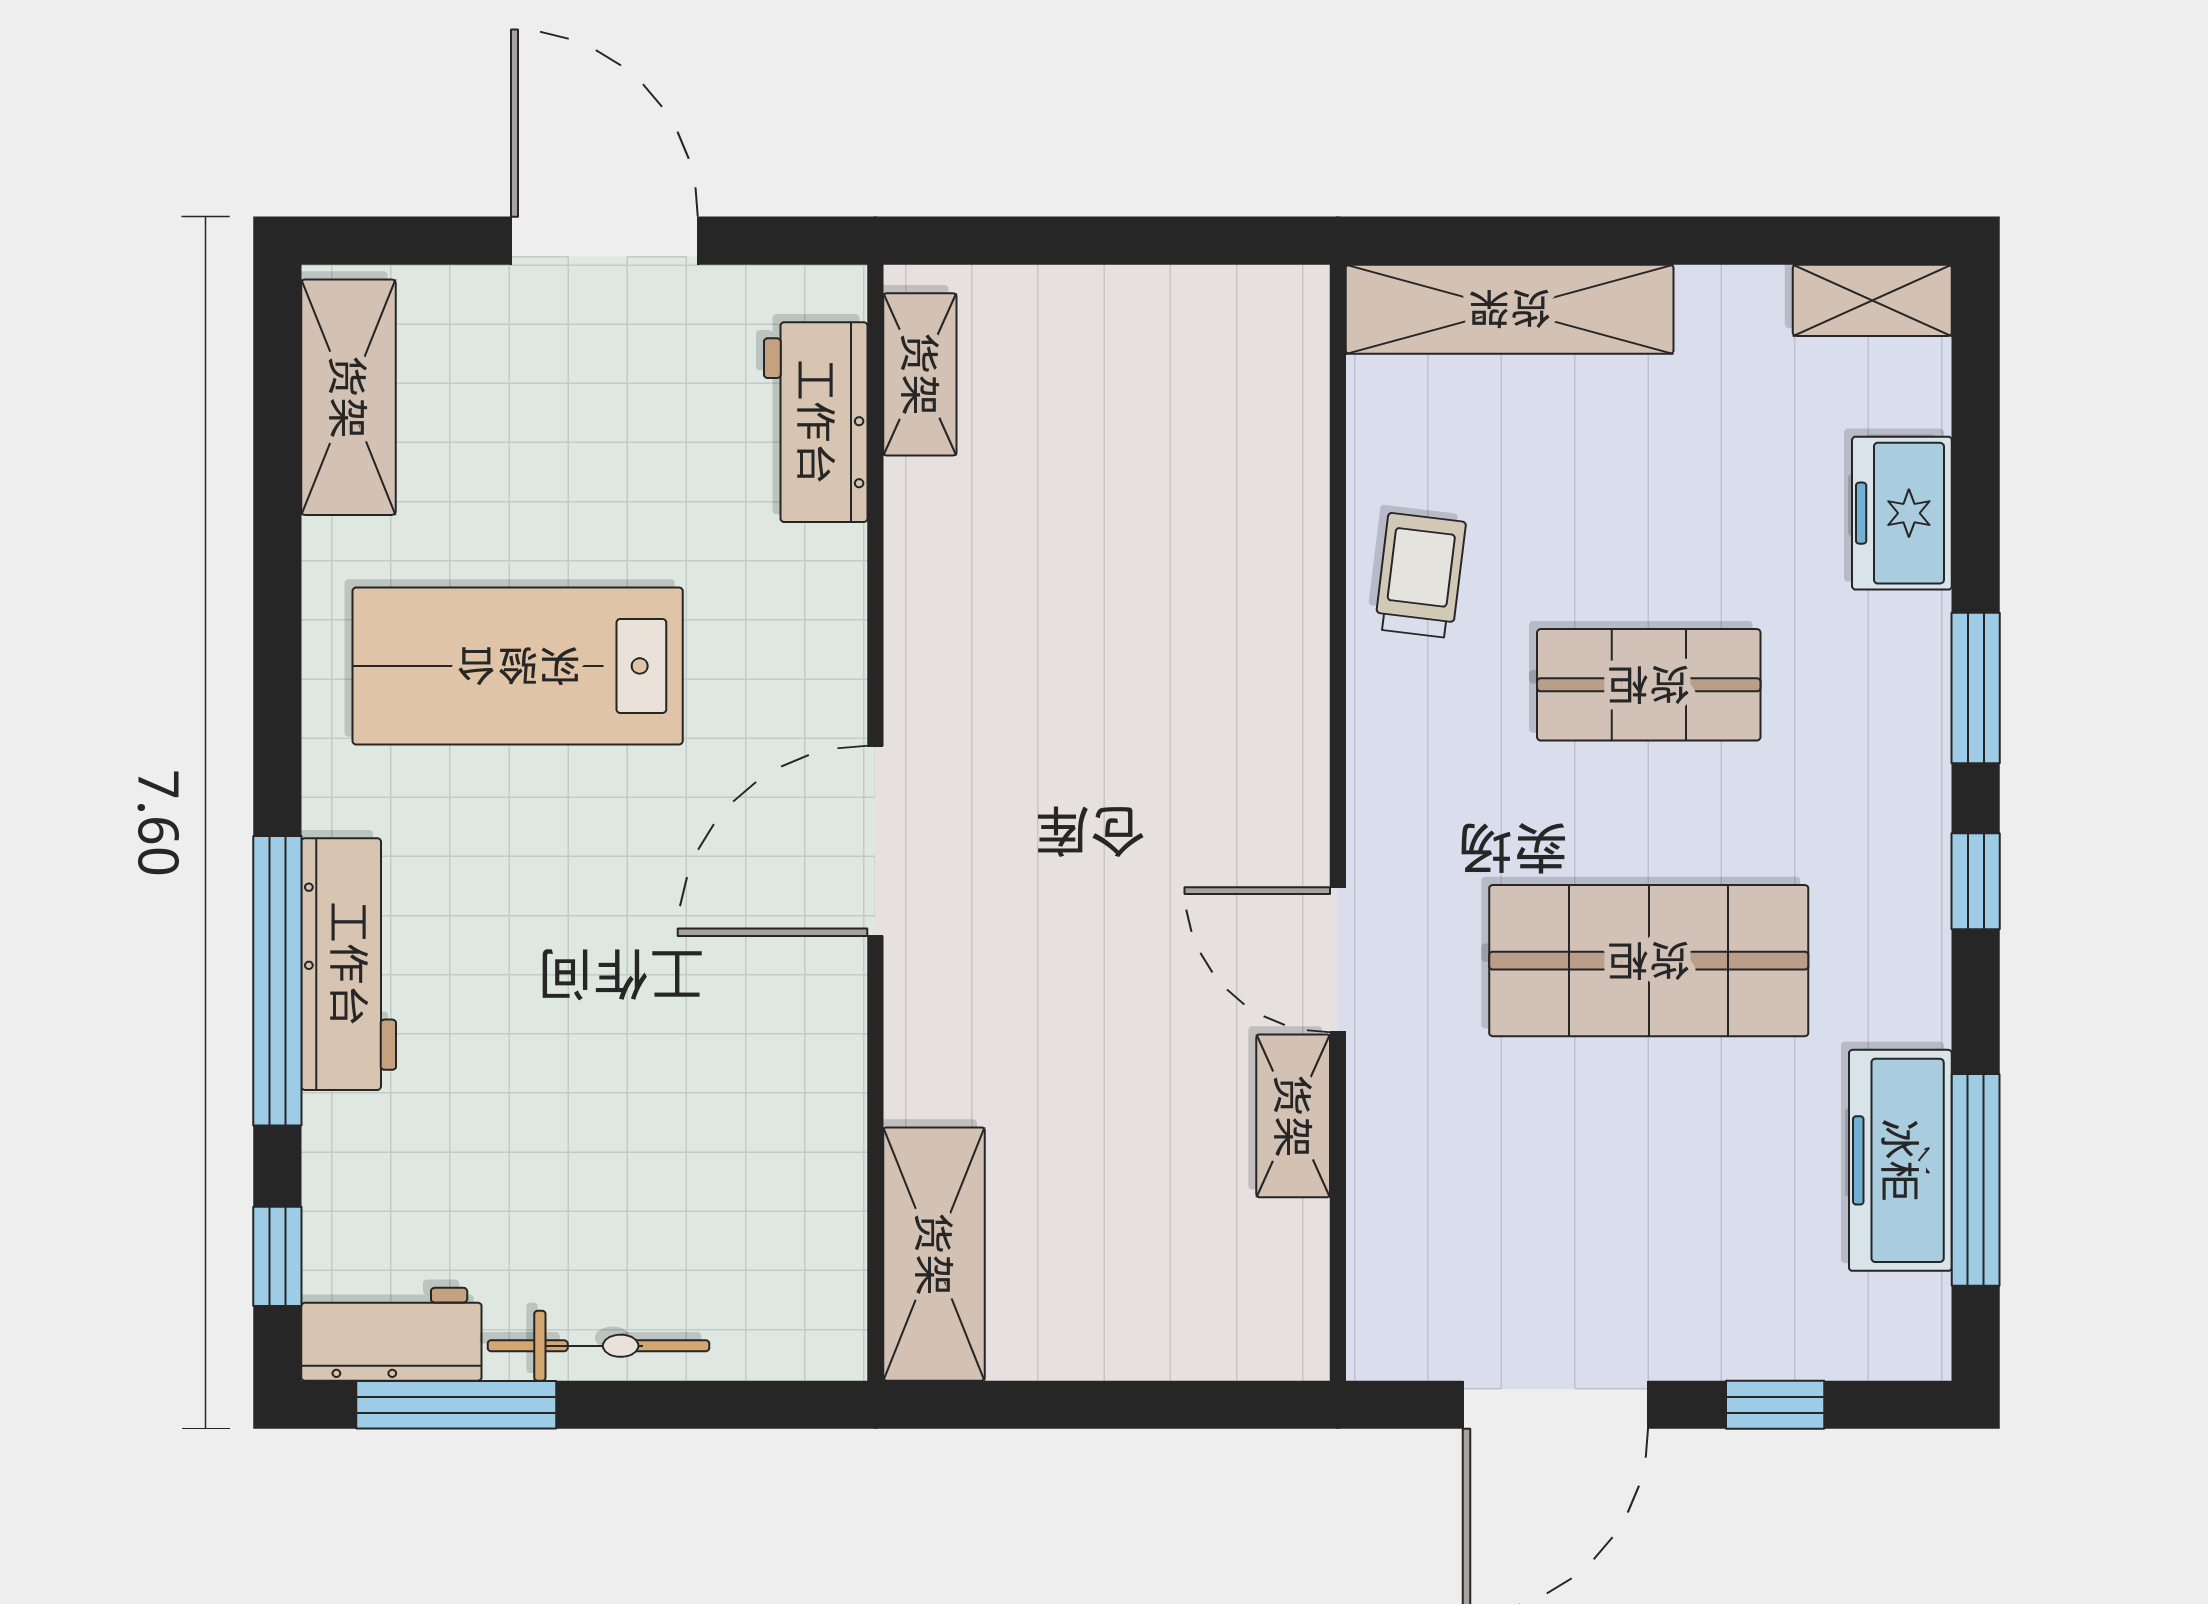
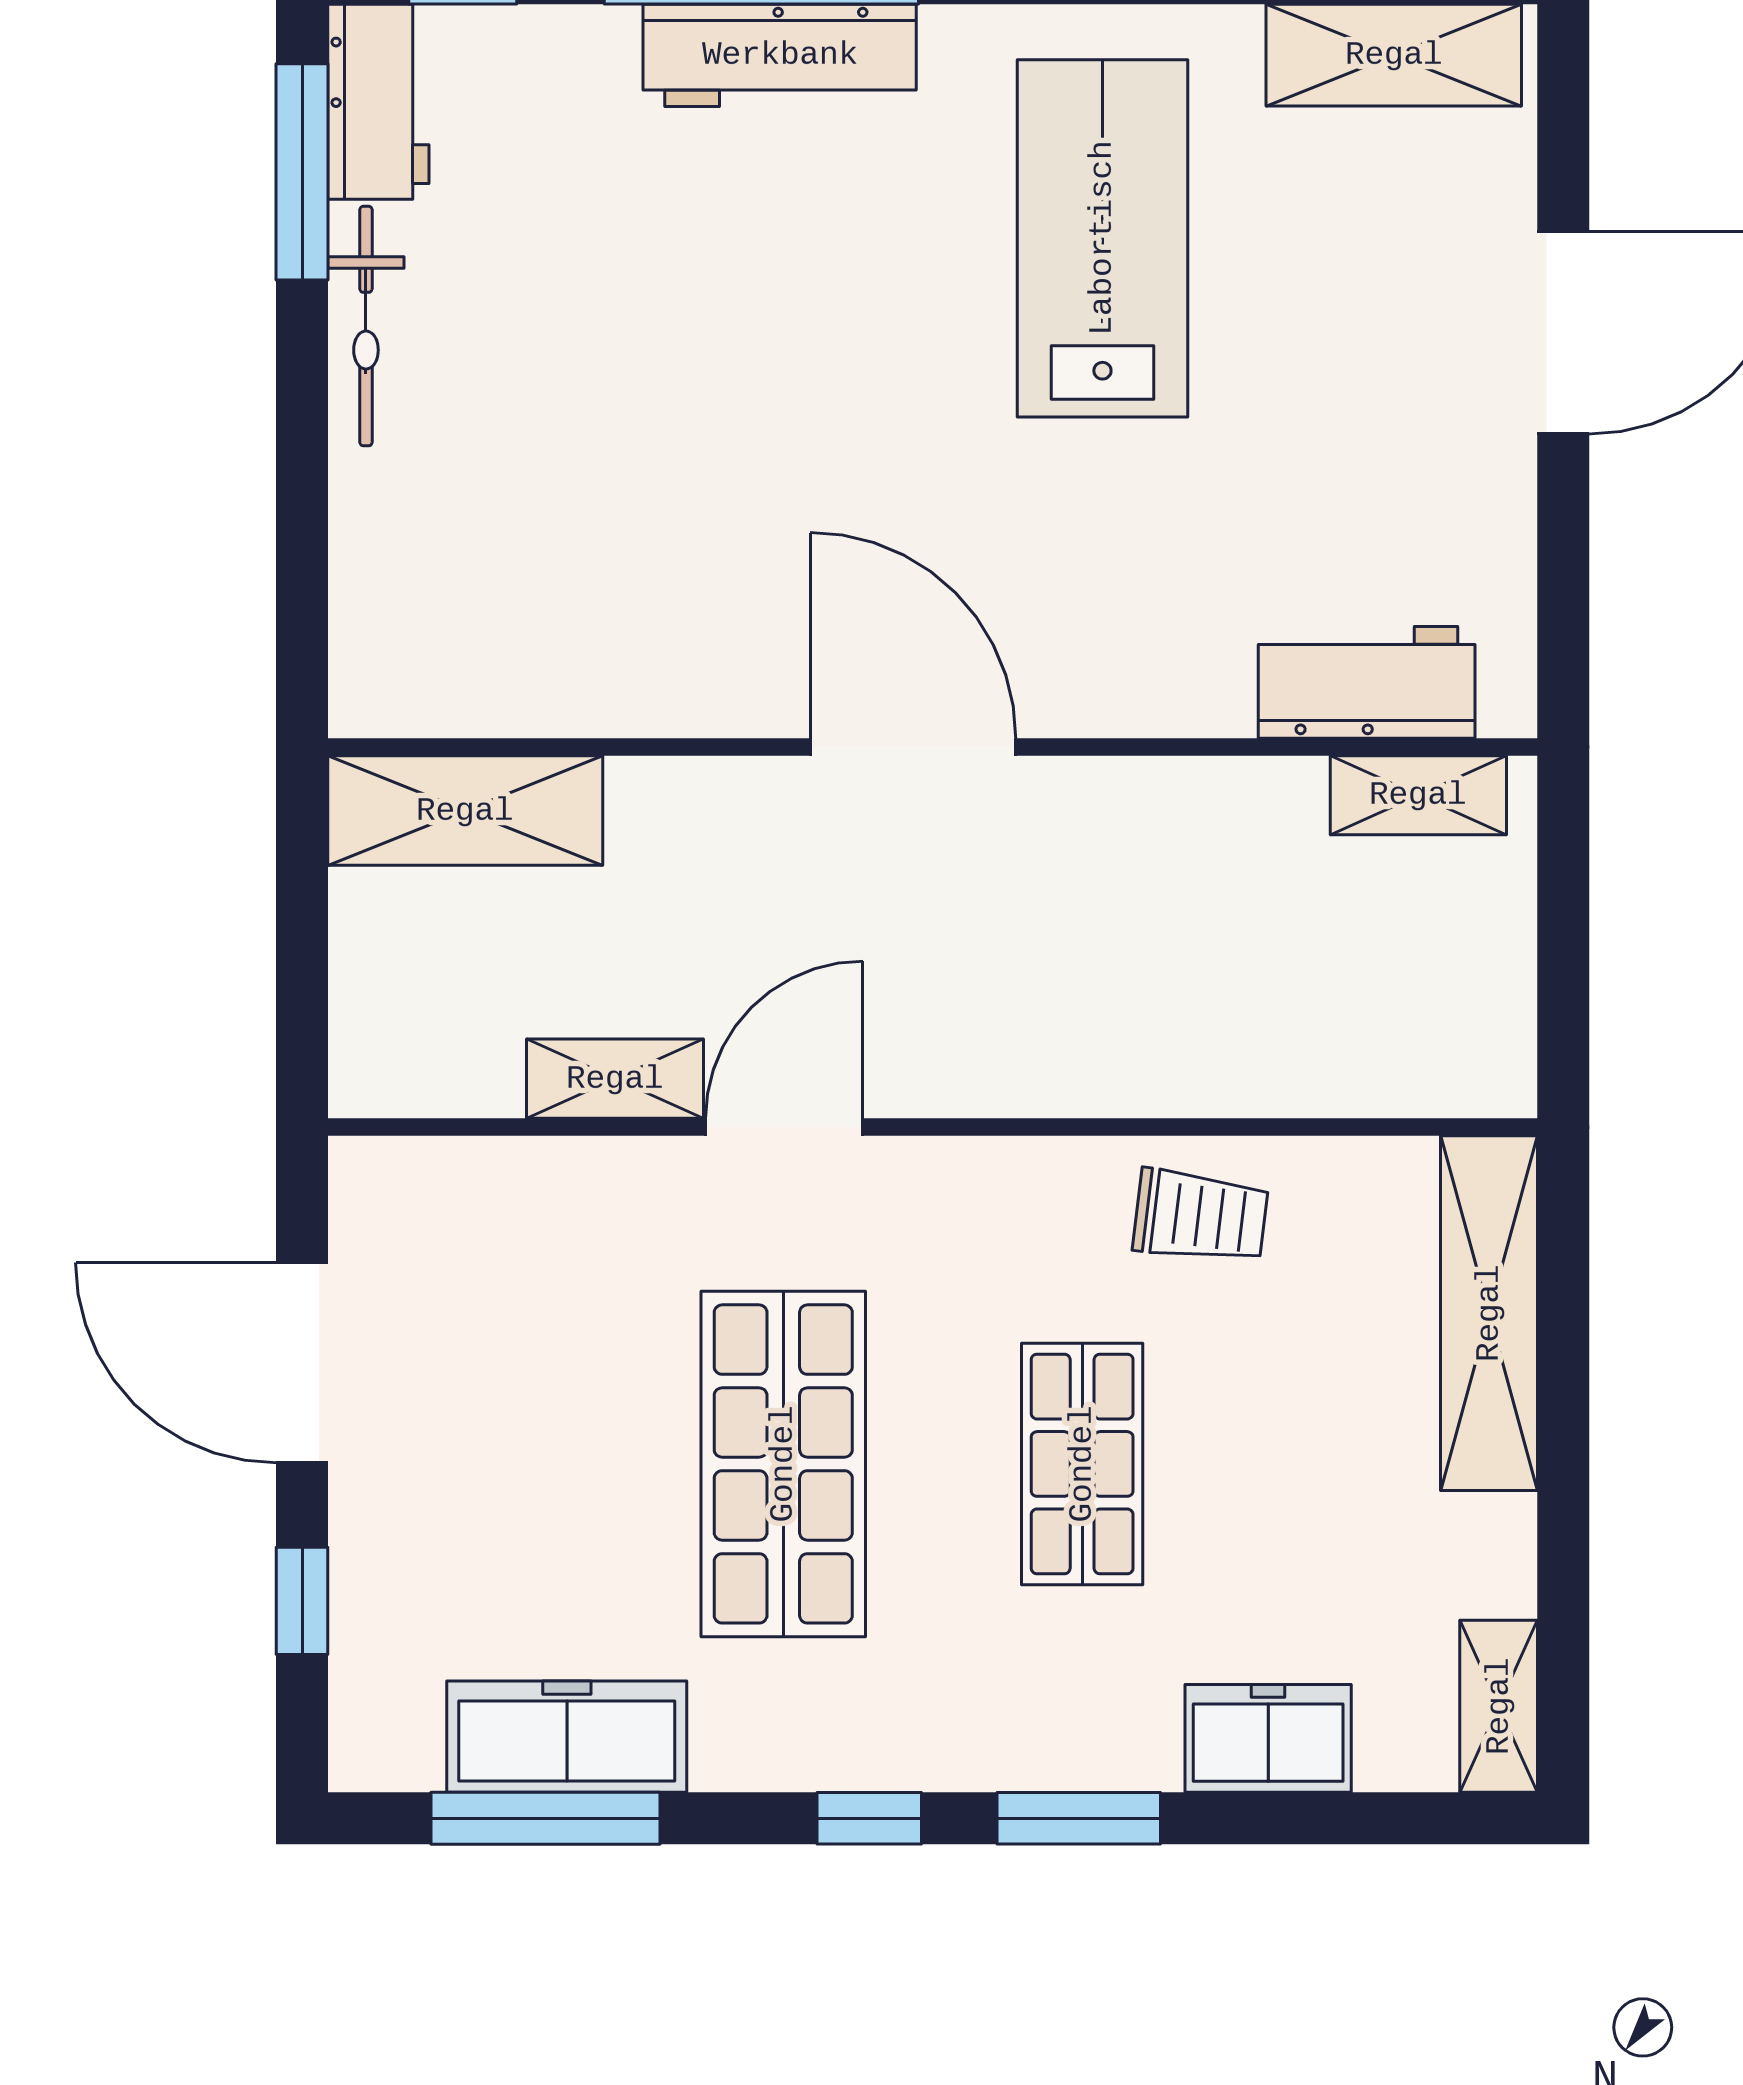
shelving: (920, 374) -> (1418, 795), moved
workbench: (816, 422) -> (1367, 682), moved
wall: (875, 823) -> (933, 747), moved
door: (875, 841) -> (913, 747), moved
shelving: (934, 1254) -> (465, 811), moved

